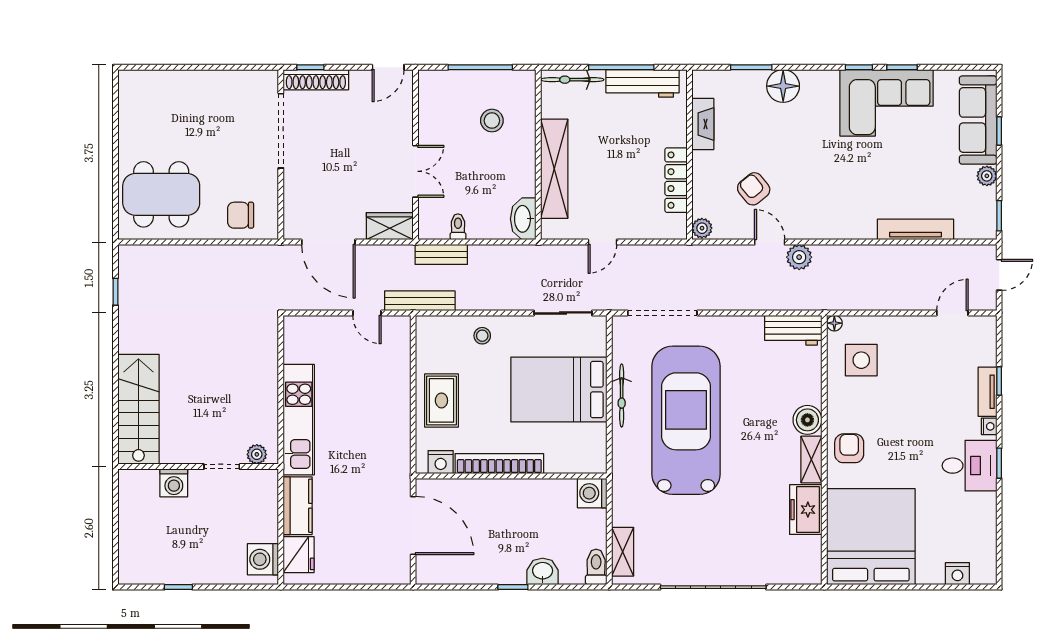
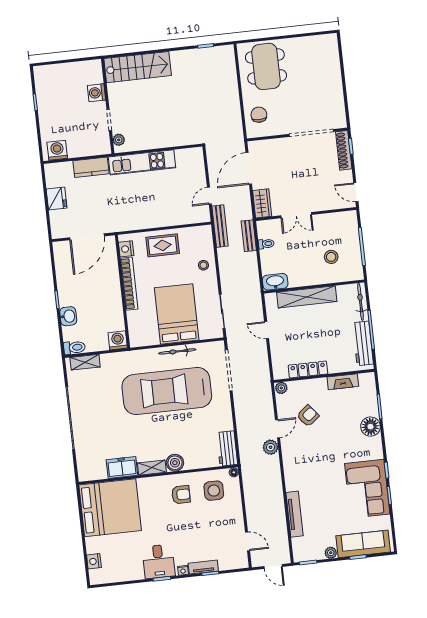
car: (686, 420) -> (167, 391), turned 180
armchair: (849, 448) -> (181, 495), moved
fridge: (299, 555) -> (57, 199), moved, turned -90

